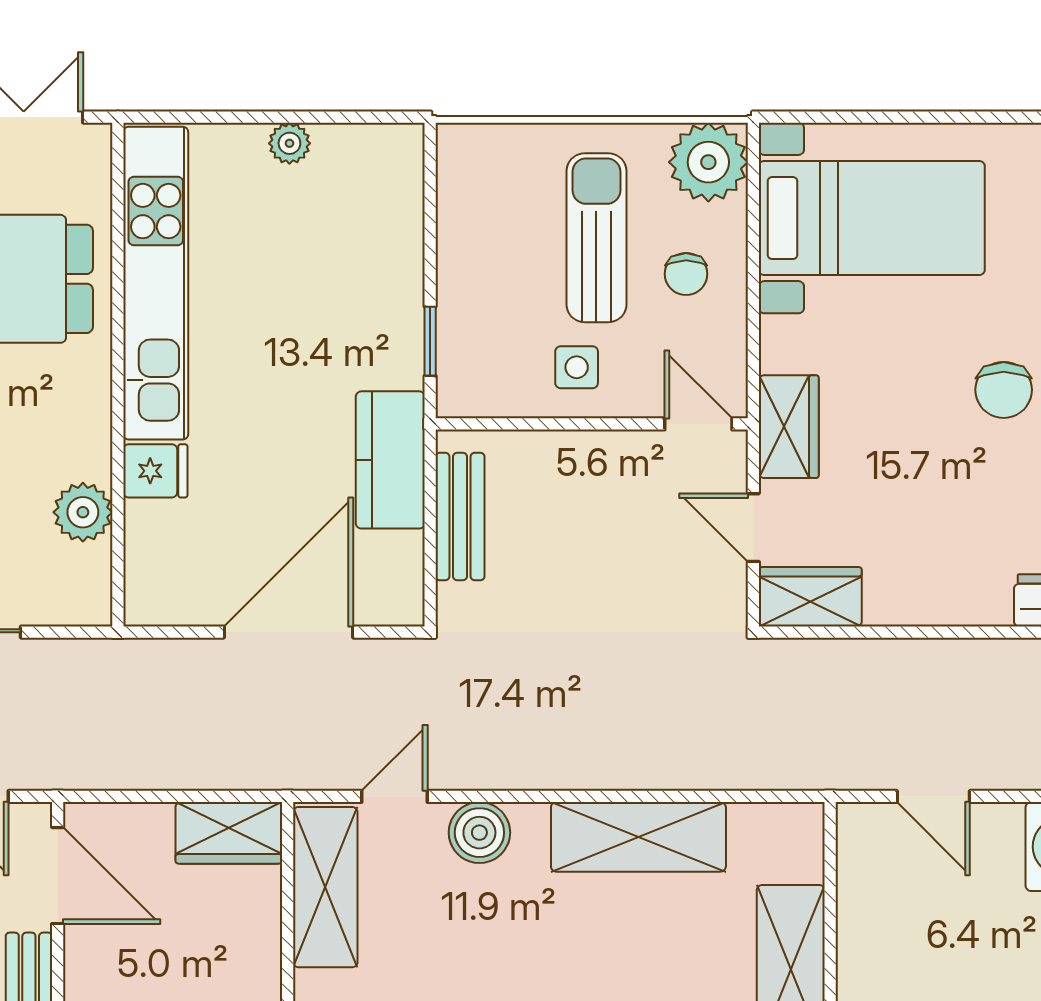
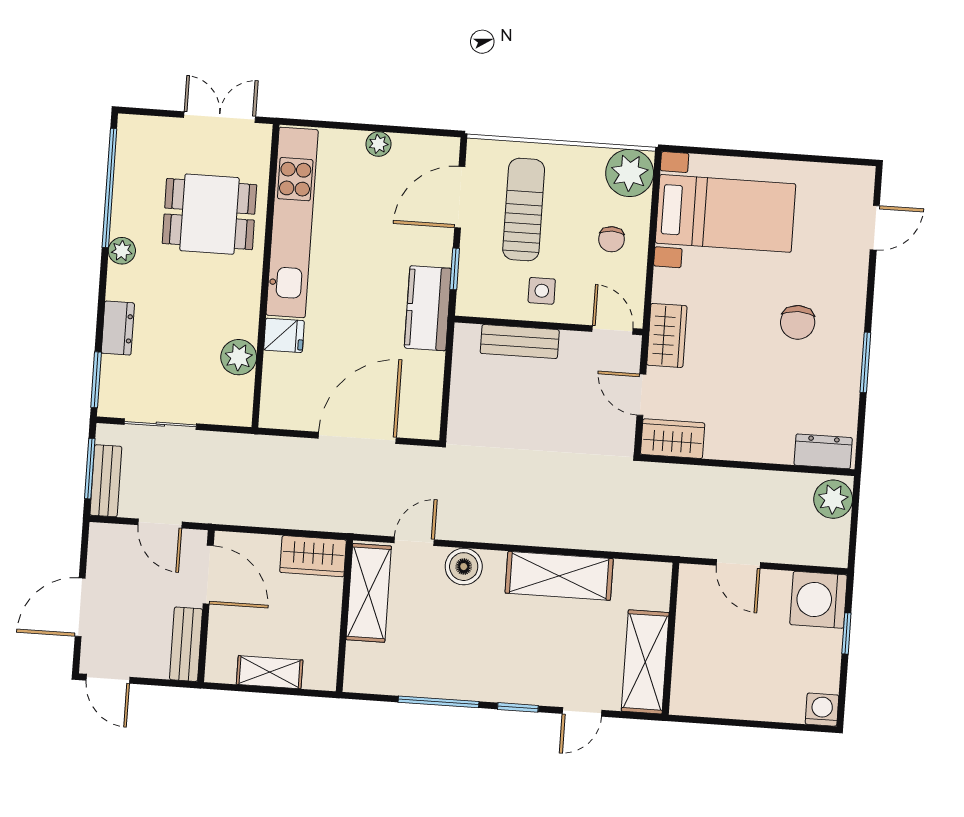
door: (430, 222) -> (460, 197), added
sun lounger: (596, 238) -> (524, 210), moved
kitchen counter: (390, 460) -> (428, 308), moved
bench: (460, 517) -> (520, 342), moved, turned 90

